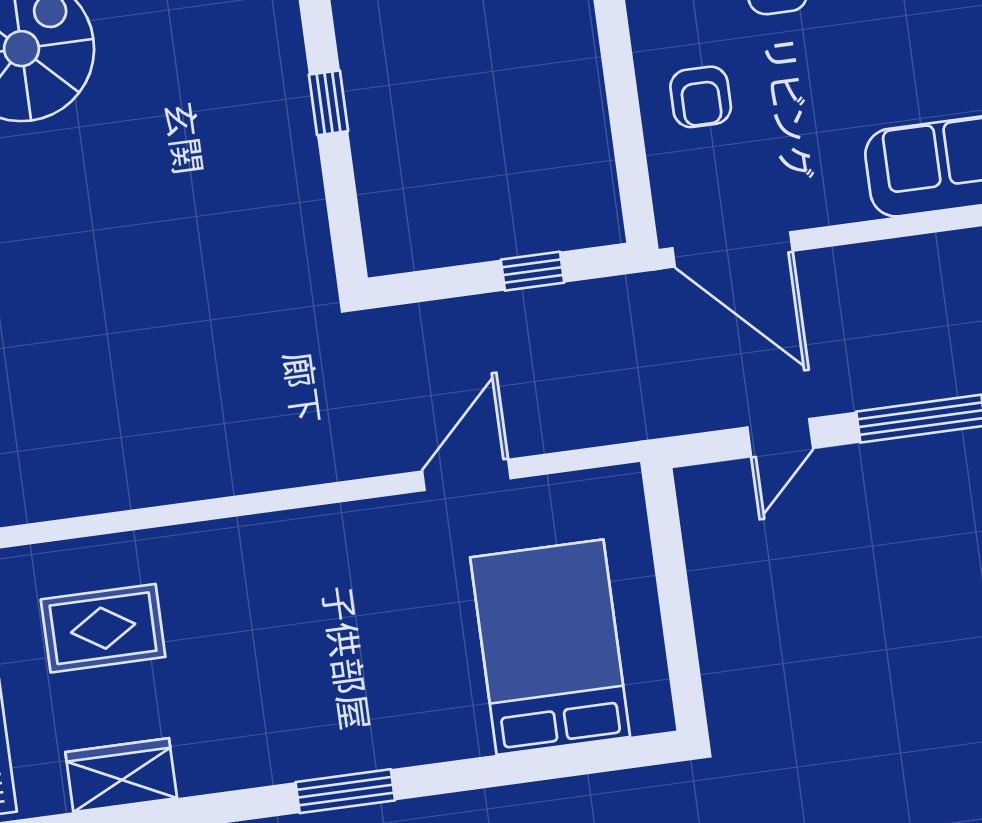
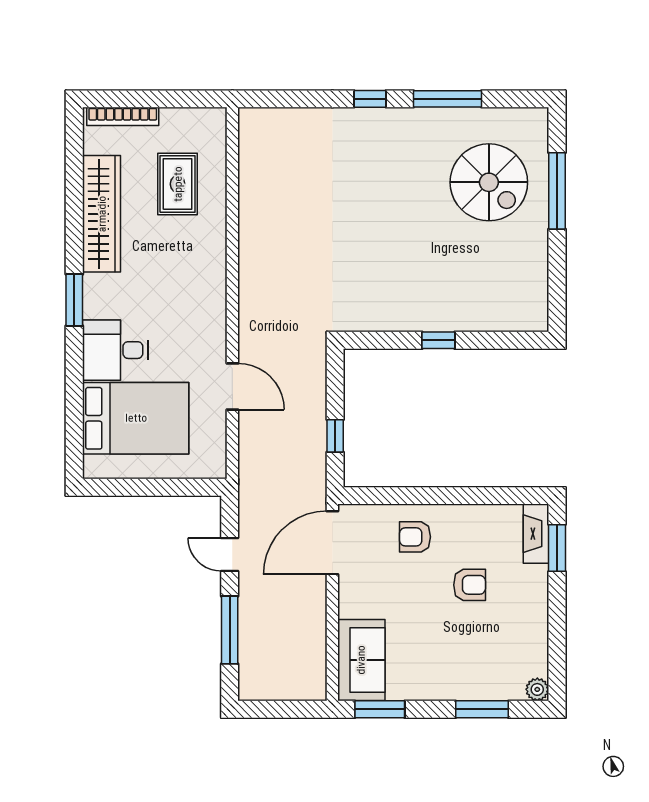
desk: (428, 702) -> (115, 350), added
wardrobe: (121, 775) -> (102, 214), width x2.10, depth x1.17

